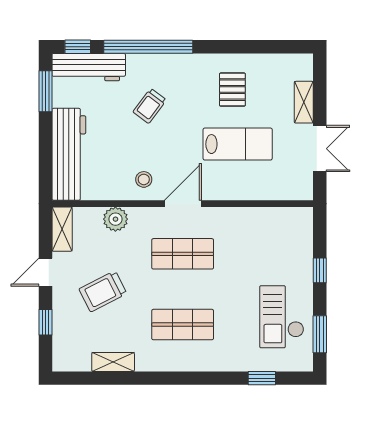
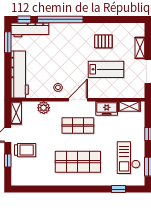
pallet: (232, 90) -> (103, 41), turned 90
trolley: (150, 106) -> (61, 50), removed
freezer: (239, 220) -> (107, 108), added
trolley: (103, 291) -> (25, 150), moved, turned -153
shop shelf: (183, 325) -> (78, 162), width x1.43, depth x1.36
shelving: (113, 362) -> (129, 106), moved

